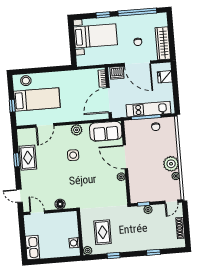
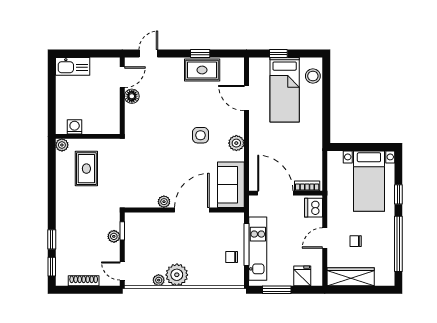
door: (137, 63) -> (325, 238), width x0.53
window: (176, 94) -> (277, 290), added
floor lamp: (60, 204) -> (132, 96), moved
rug: (103, 232) -> (86, 169), turned 90
window: (114, 256) -> (52, 267), moved

